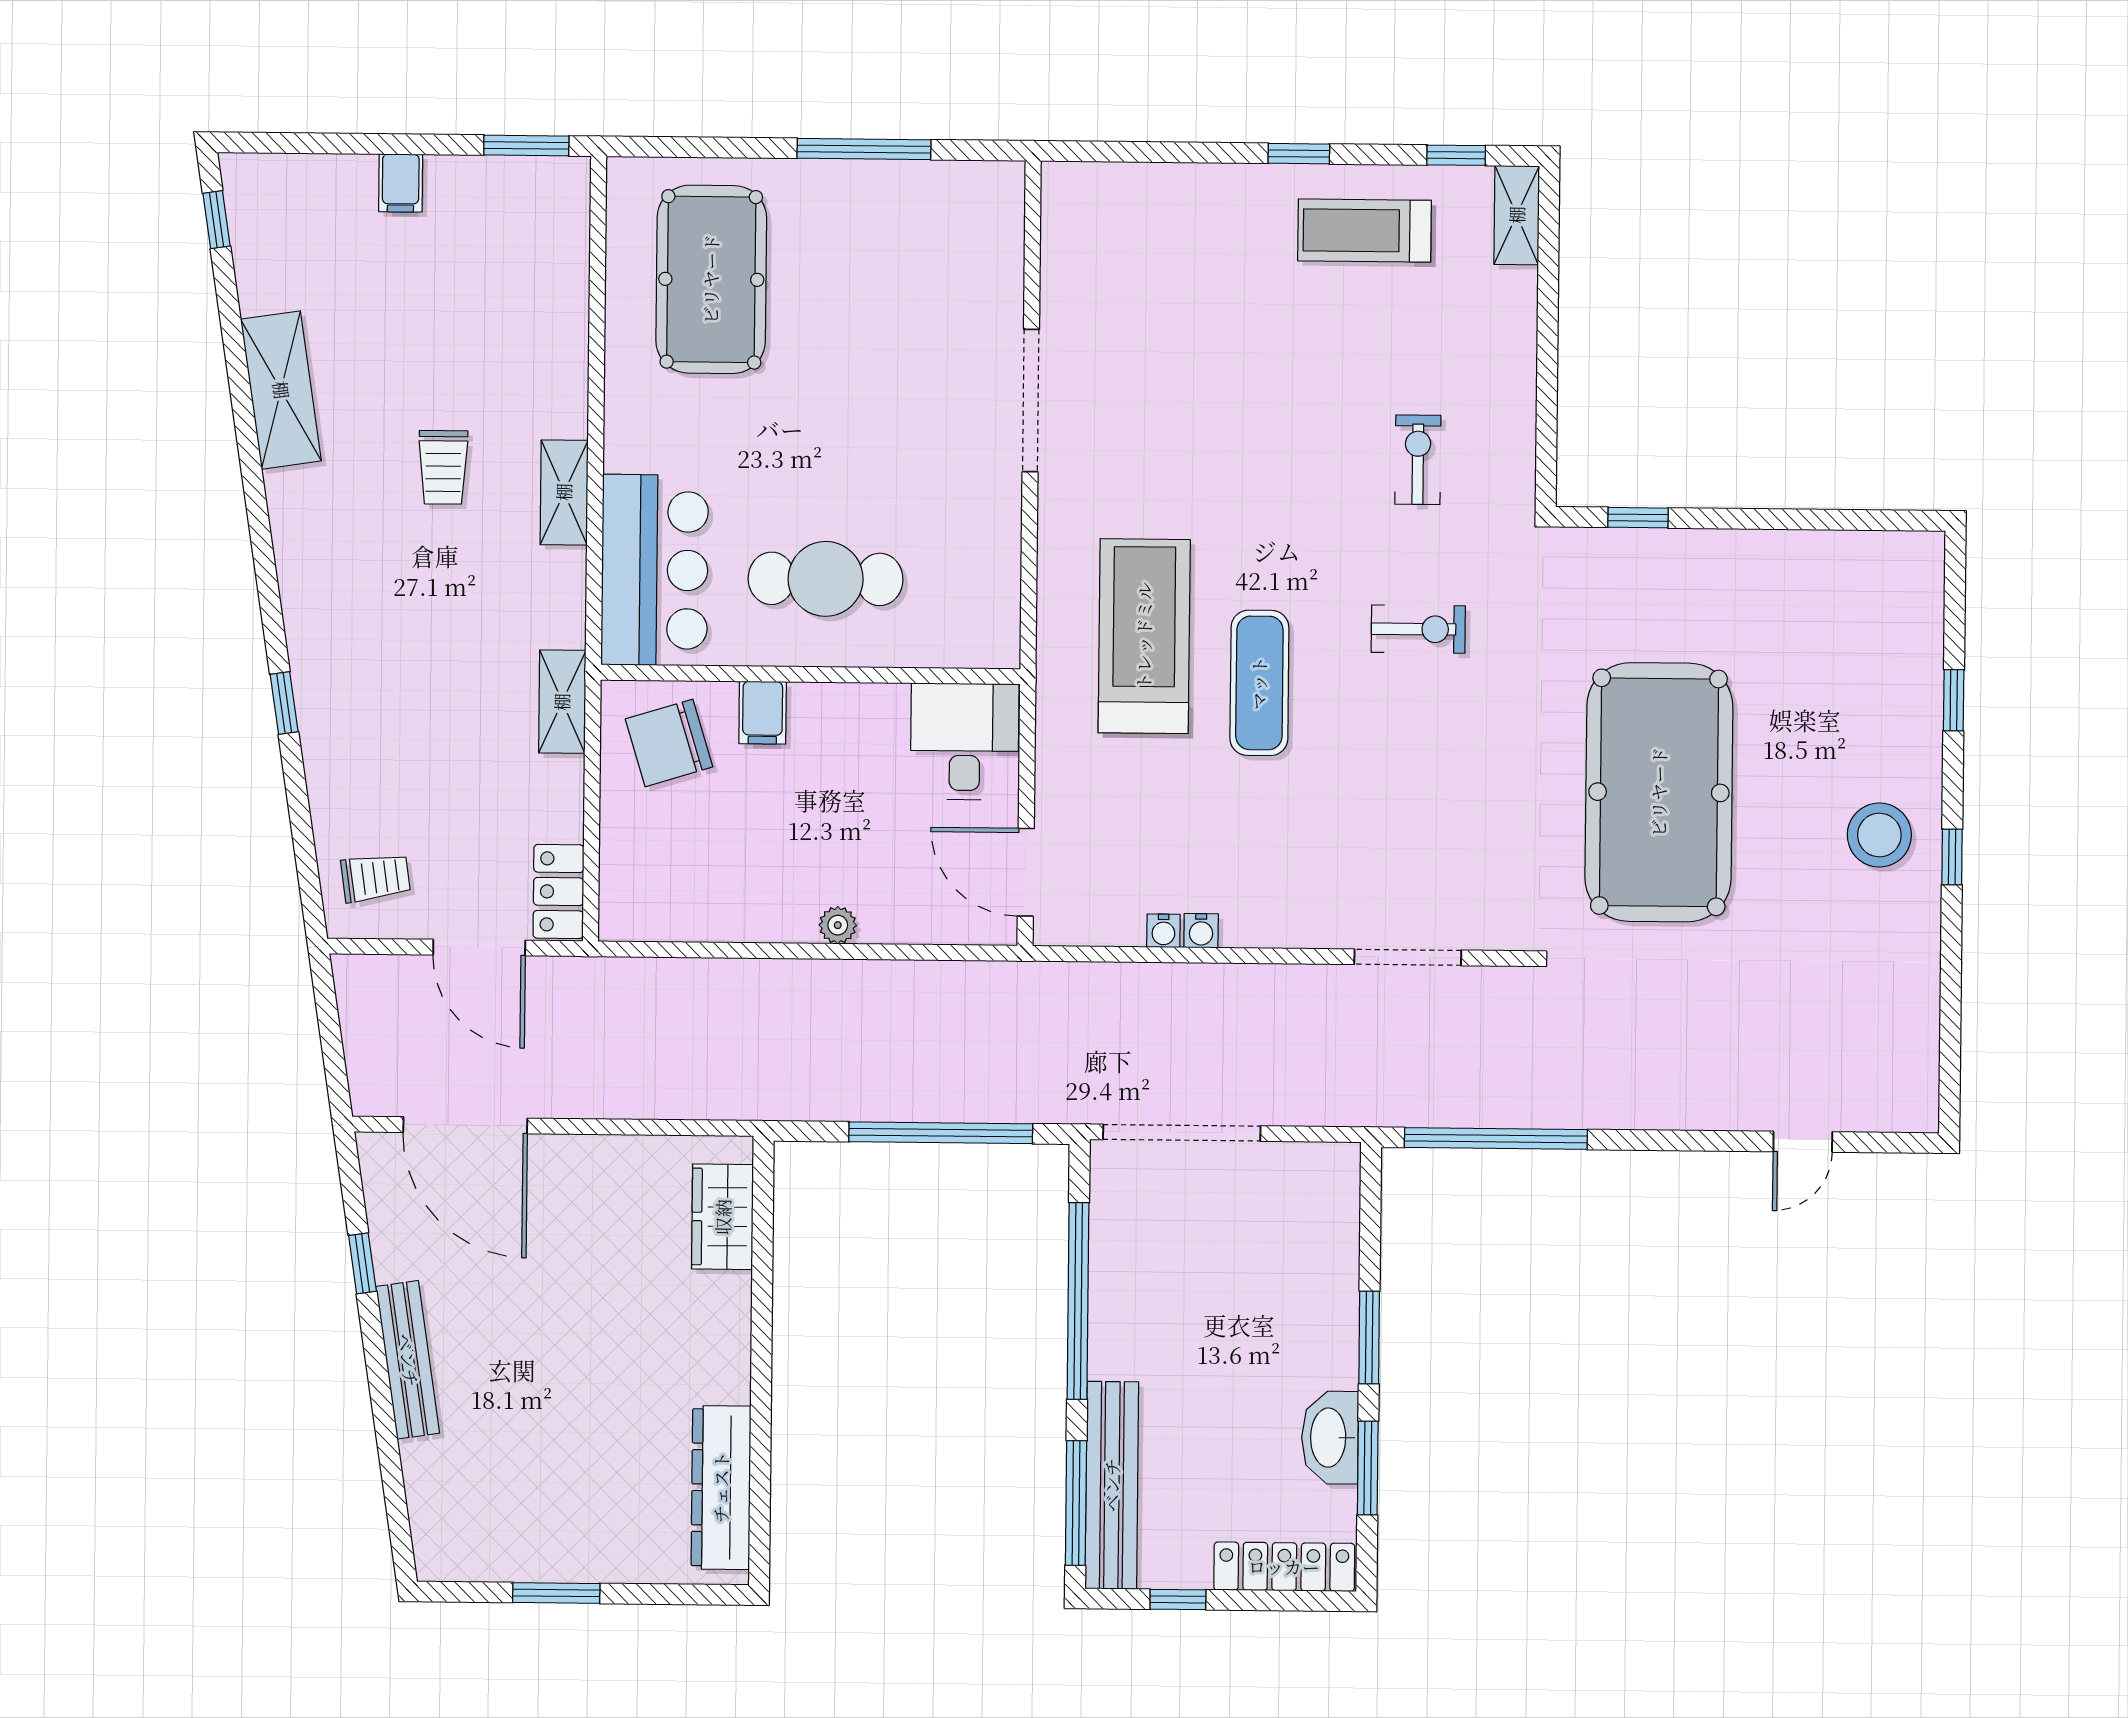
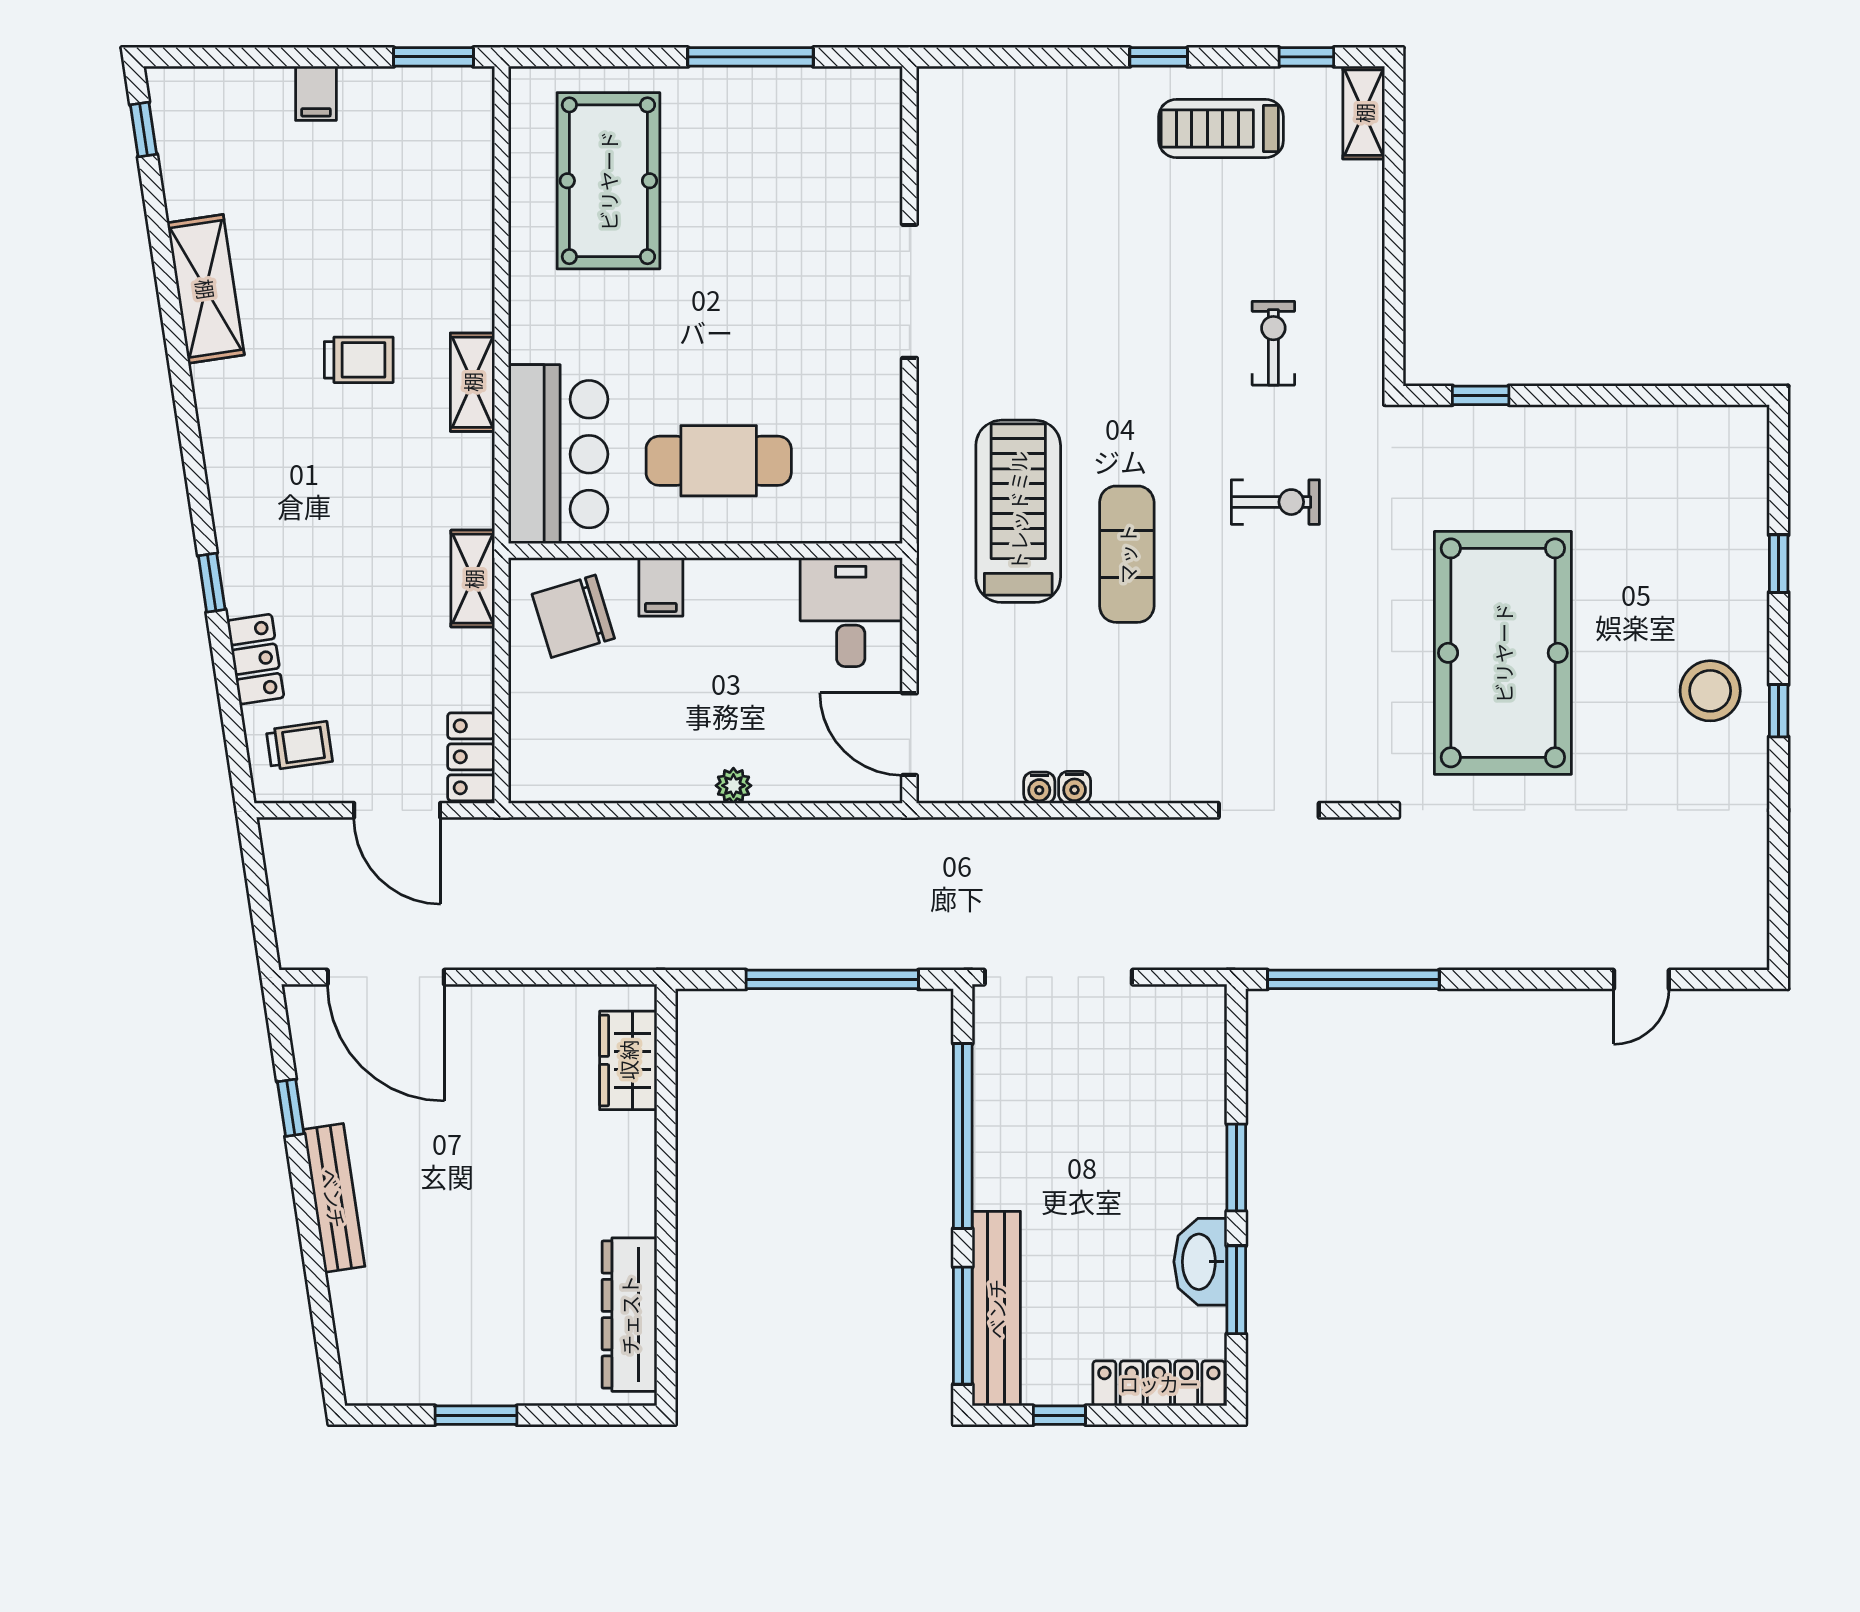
trolley: (443, 467) -> (359, 360), turned -90
locker: (330, 785) -> (255, 659), added

